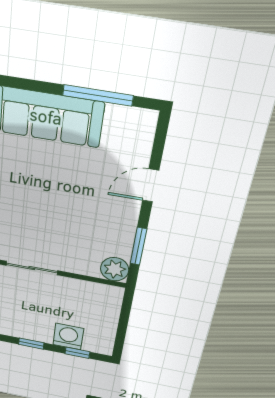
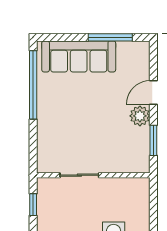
plant: (115, 269) -> (140, 116), moved

